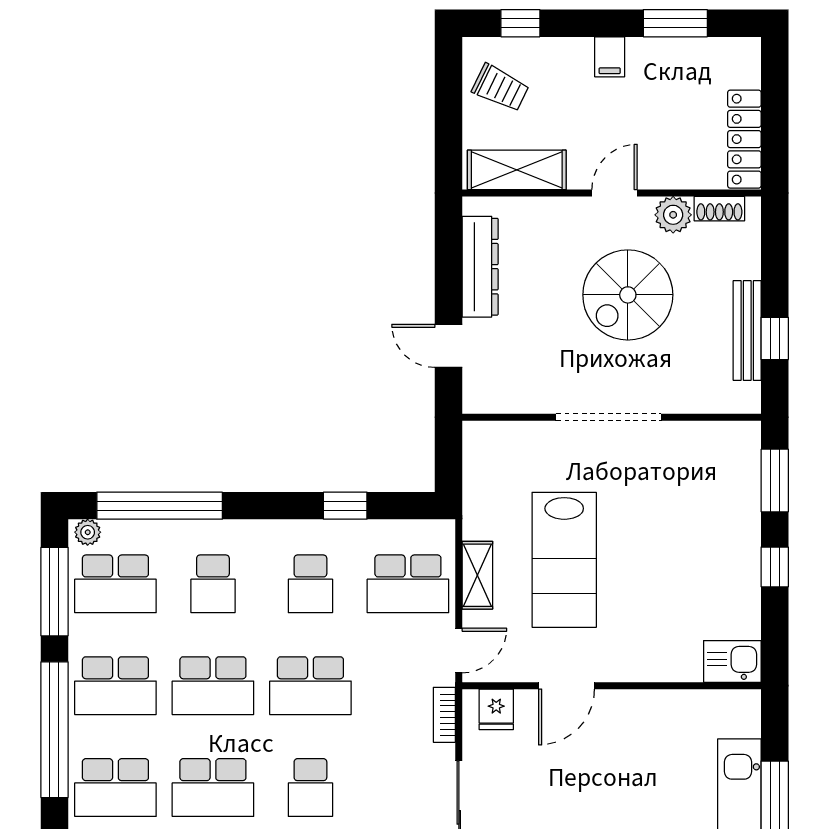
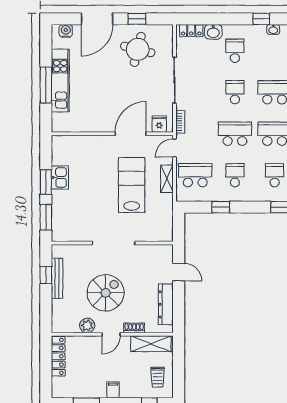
trolley: (500, 88) -> (158, 377), turned -116
shoe rack: (719, 209) -> (134, 328), moved
window: (775, 567) -> (46, 182), width x1.50
kitchen sink: (732, 661) -> (60, 177), moved, turned -90
door: (567, 686) -> (131, 134), width x1.36

